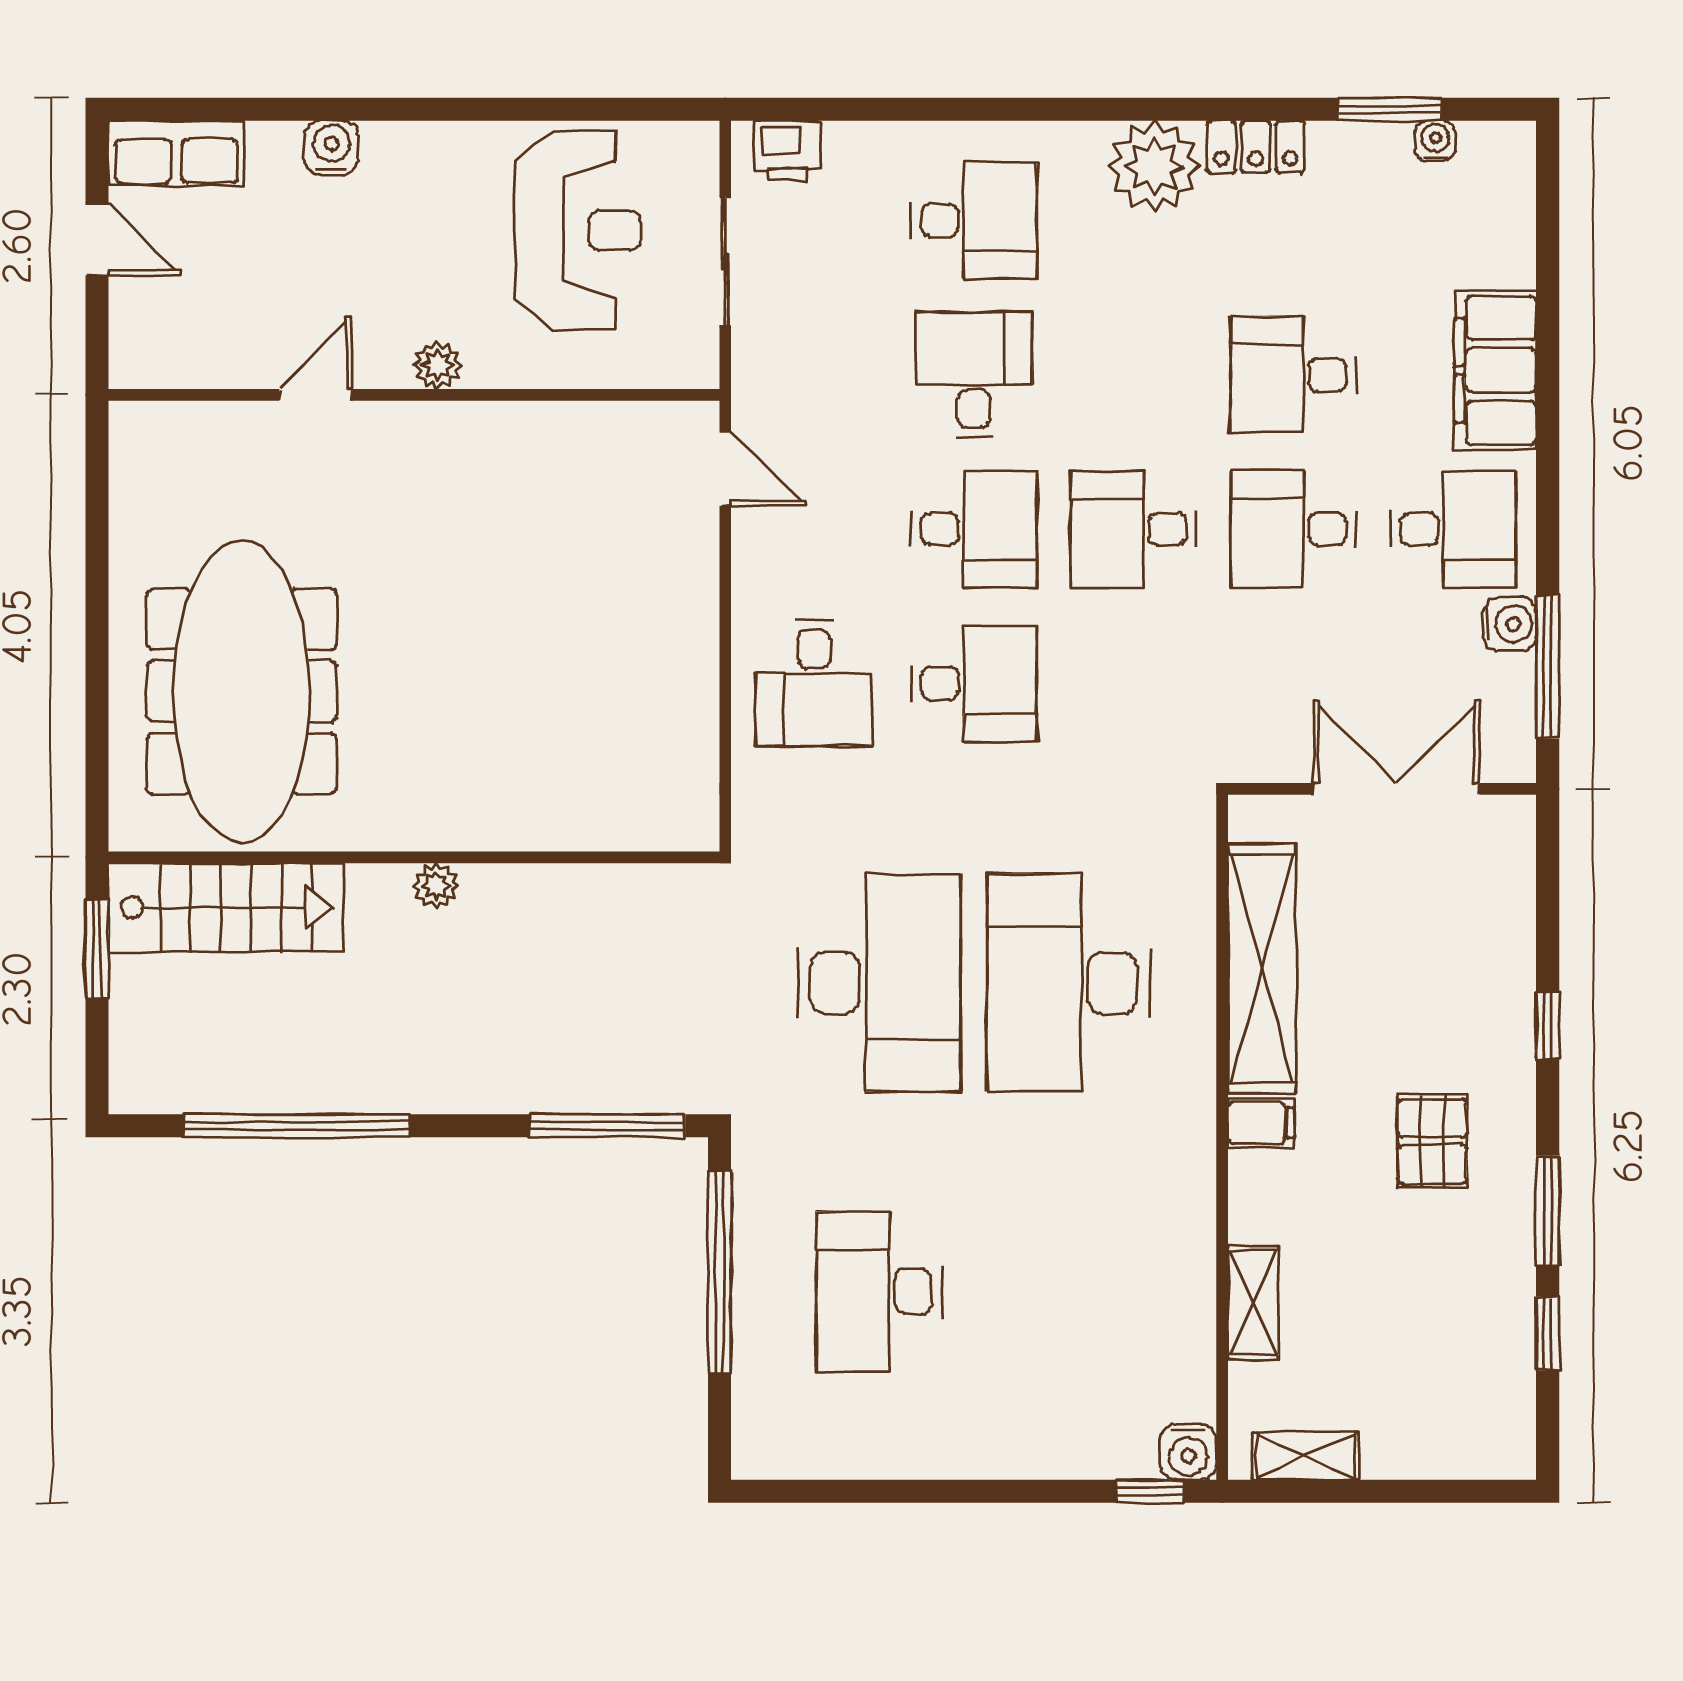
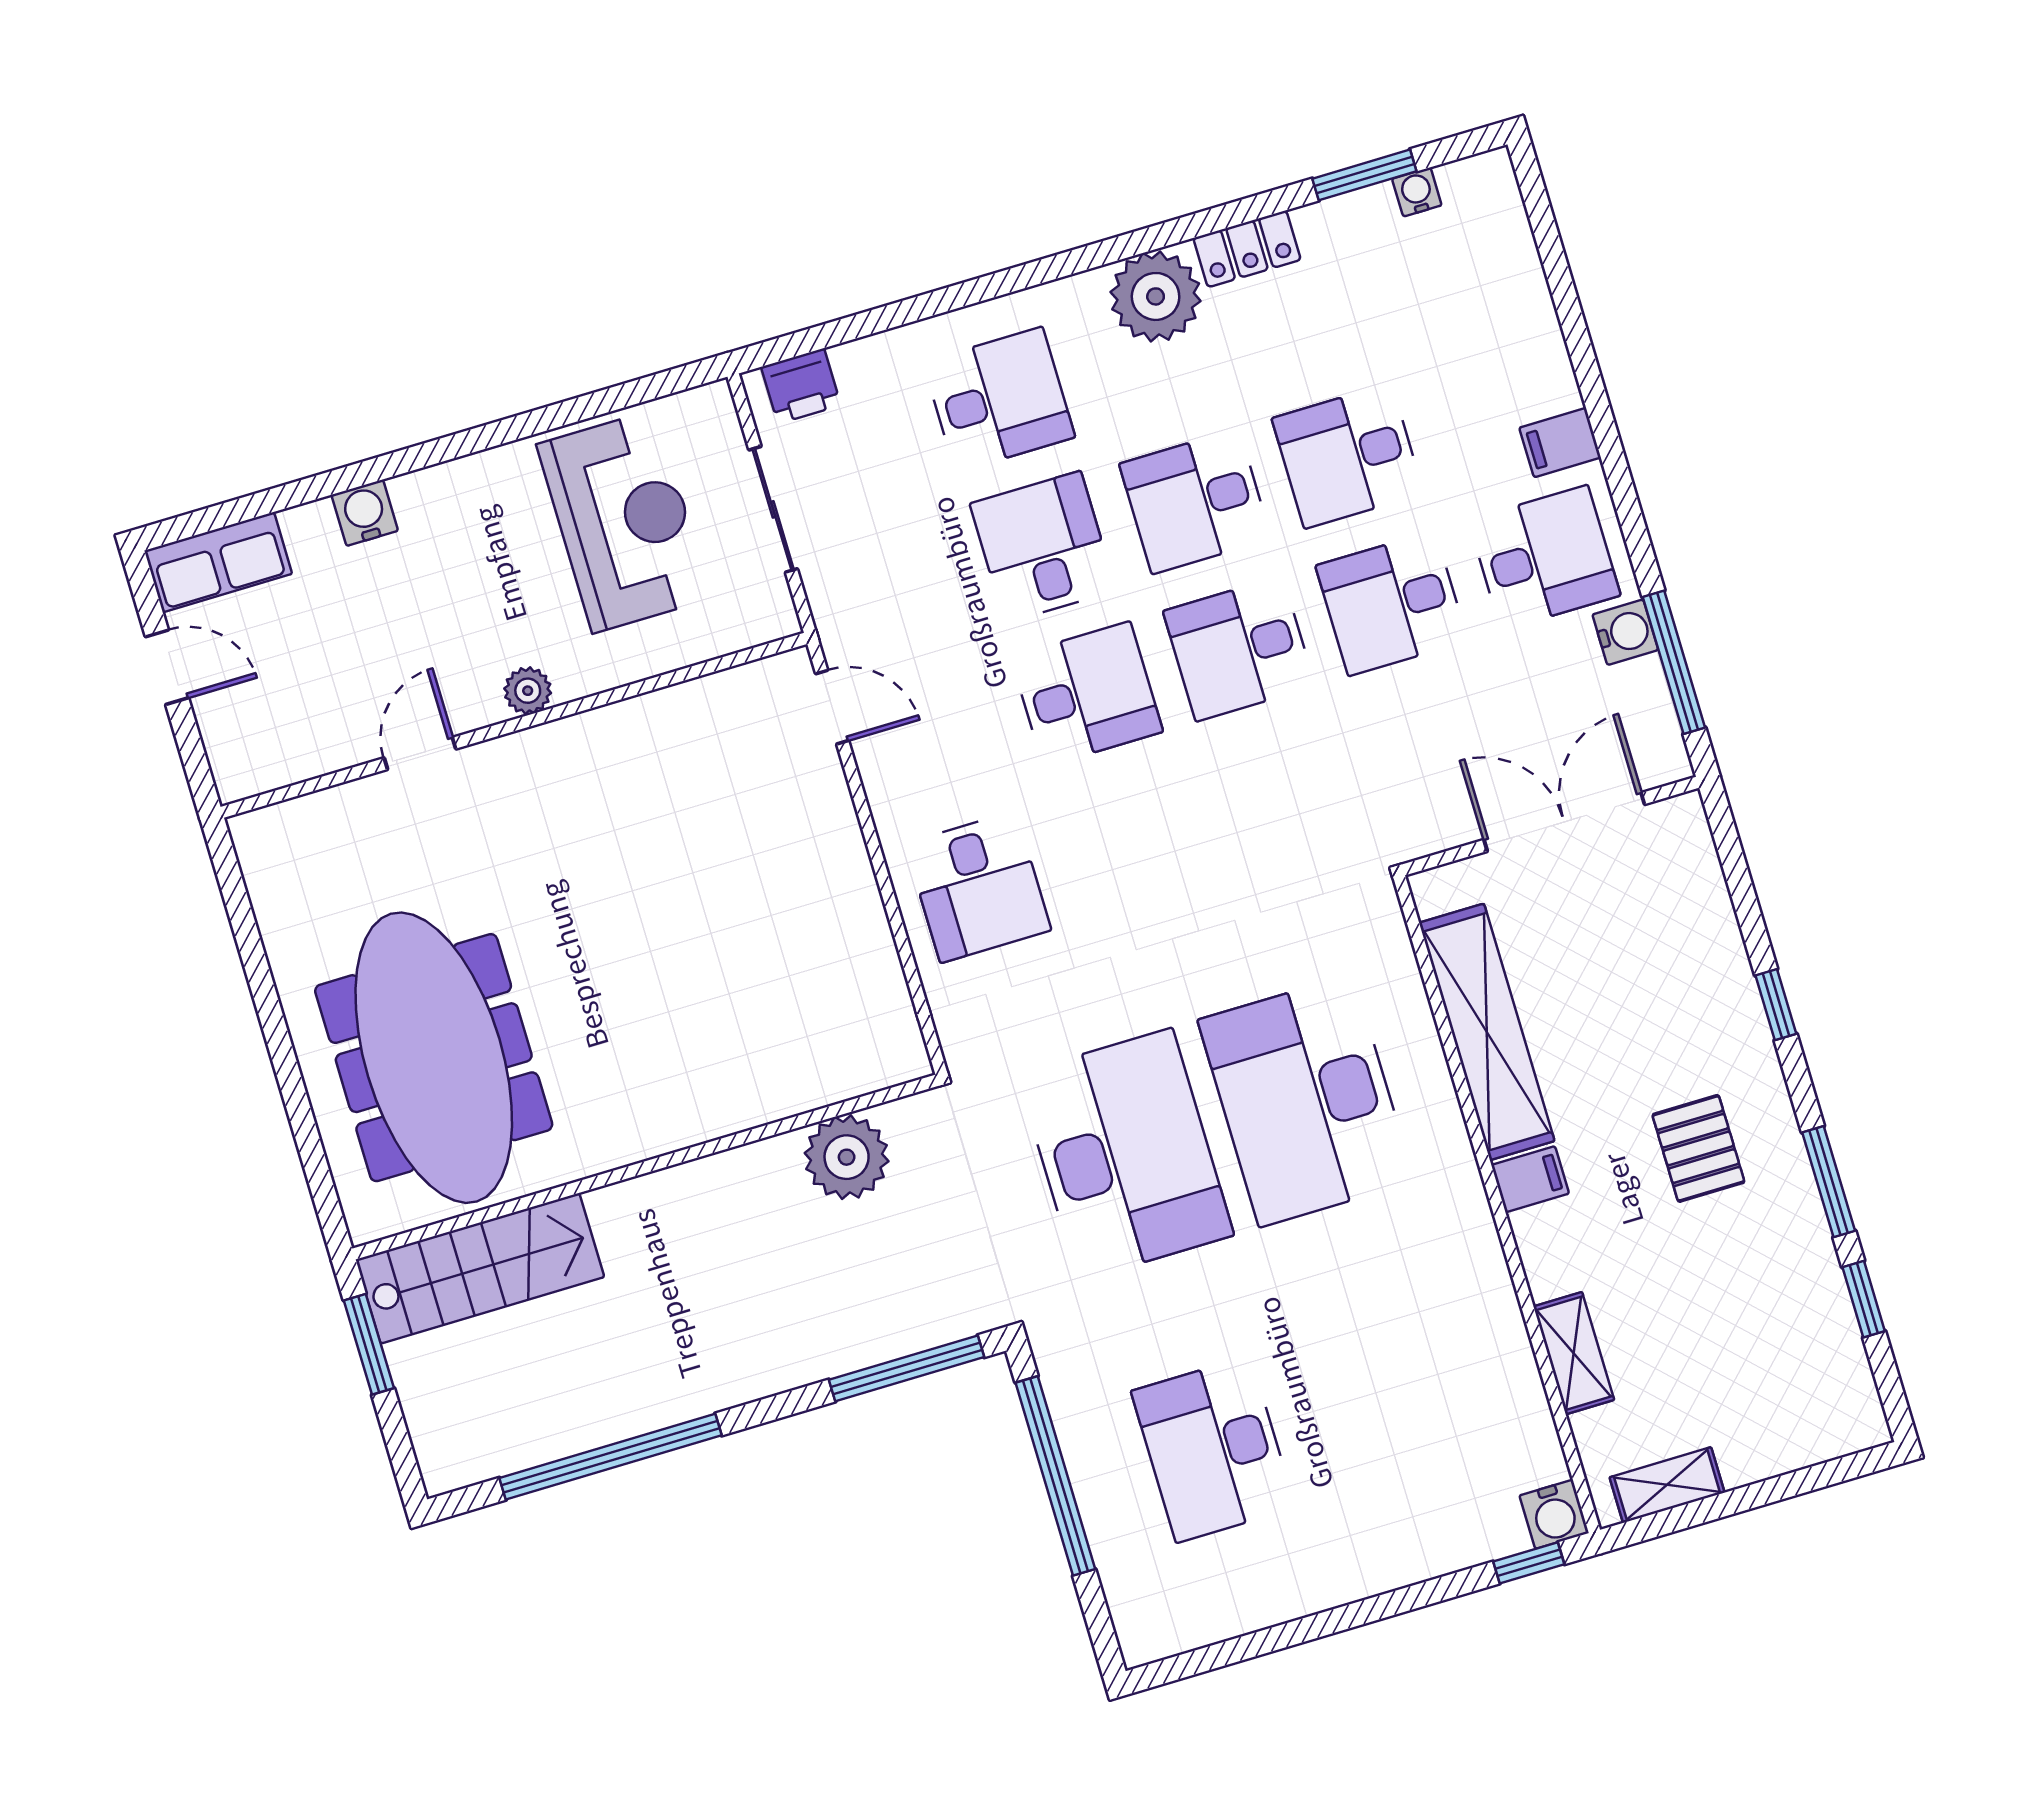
filing cabinet: (1495, 370) -> (1560, 443), width x0.33, depth x0.86
desk: (974, 683) -> (1195, 501), moved, turned 180
plant: (436, 886) -> (847, 1157), moved, width x1.88, depth x1.88

